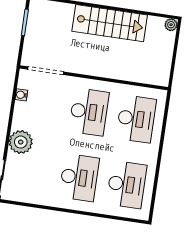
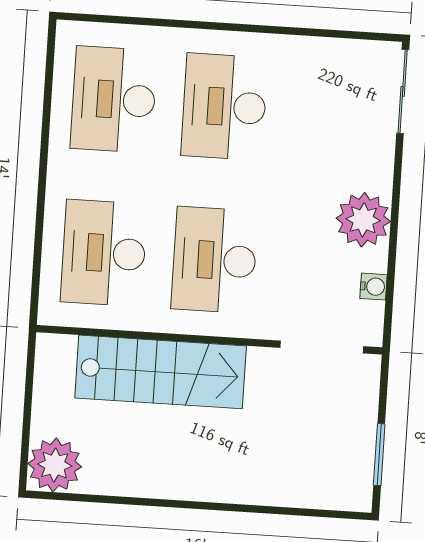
stairs: (110, 23) -> (161, 372), moved, turned 180
plant: (171, 25) -> (55, 465), width x1.87, depth x1.87
plant: (21, 142) -> (363, 220), moved

